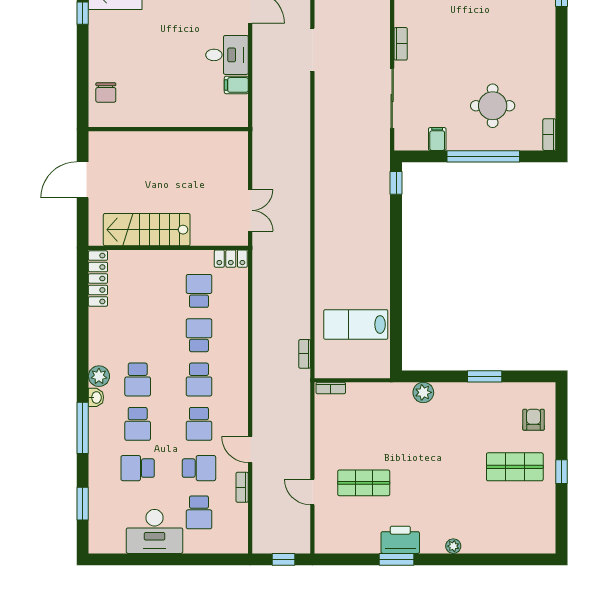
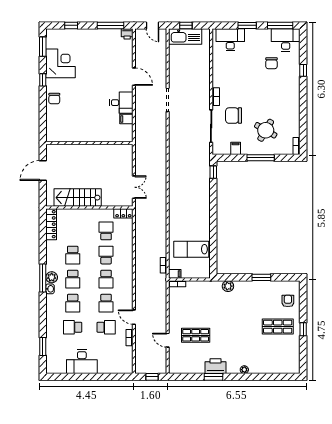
chair: (434, 79) -> (234, 116), added
chair: (106, 93) -> (54, 99), moved
round table: (493, 106) -> (266, 130), turned 30
window: (483, 156) -> (261, 158), width x0.68
filing cabinet: (326, 370) -> (175, 274), added
window: (83, 428) -> (43, 278), moved
school desk: (199, 512) -> (73, 255), moved

